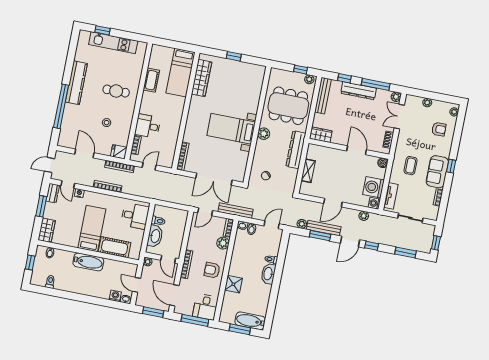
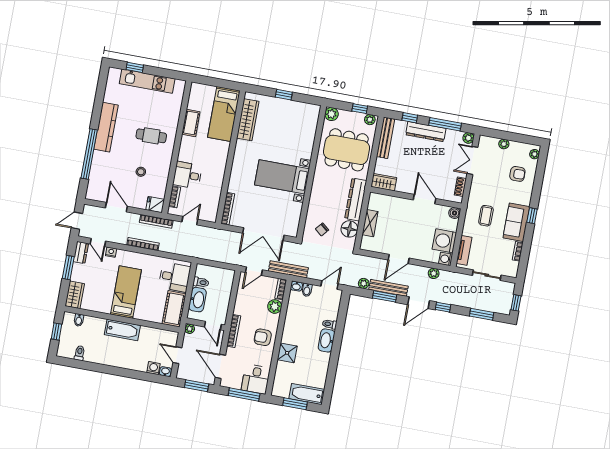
plant: (264, 134) -> (332, 114), moved
floor lamp: (290, 176) -> (349, 229), added
cot: (115, 247) -> (174, 309), moved, turned 90

